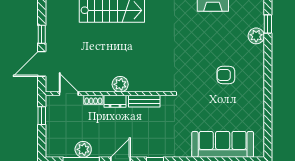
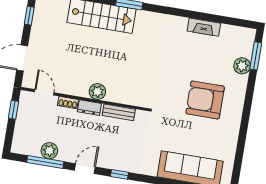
window: (268, 24) -> (256, 56), width x1.50
window: (42, 34) -> (29, 16), moved
armchair: (226, 75) -> (205, 100), width x1.88, depth x1.88

